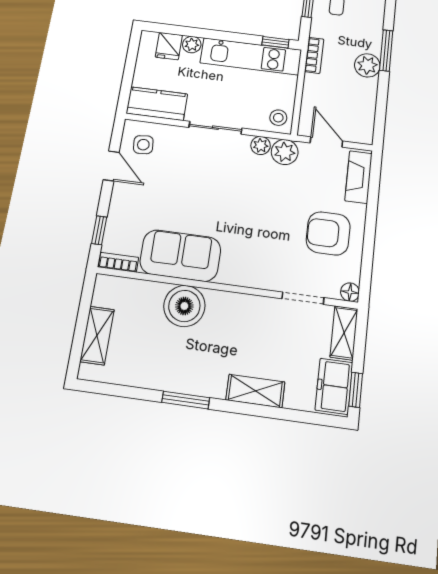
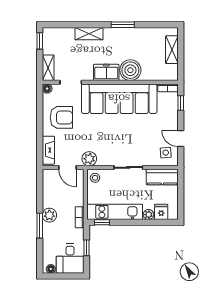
plant: (261, 145) -> (103, 161), removed
sofa: (180, 256) -> (119, 99), width x1.85, depth x1.27
freezer: (334, 386) -> (106, 72), moved, turned -90

